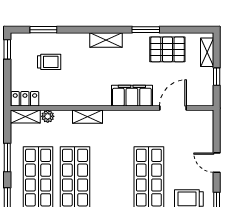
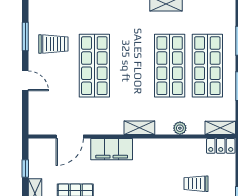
plant: (48, 116) -> (180, 128), moved
shelving: (88, 117) -> (139, 128), moved

